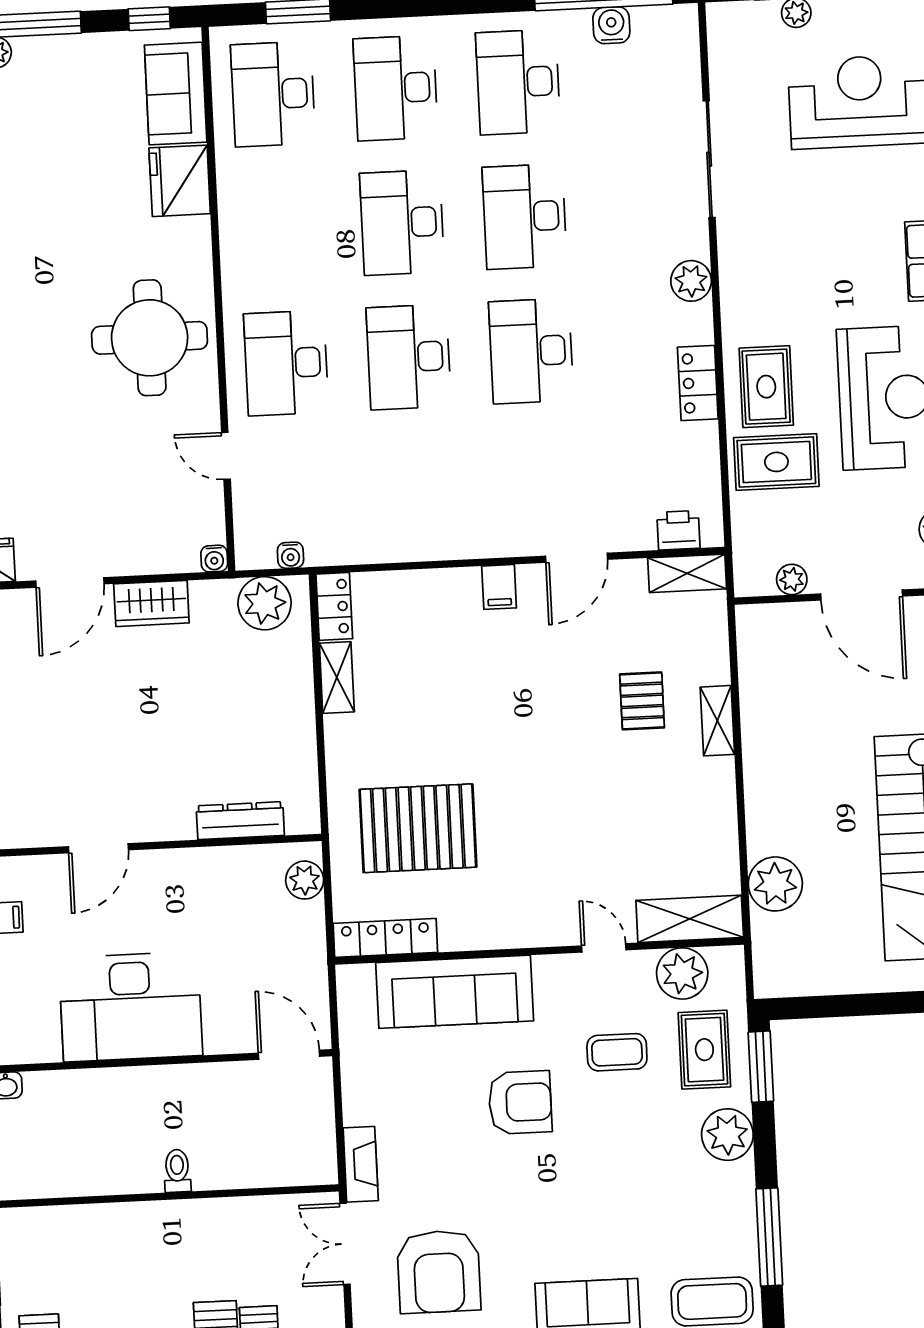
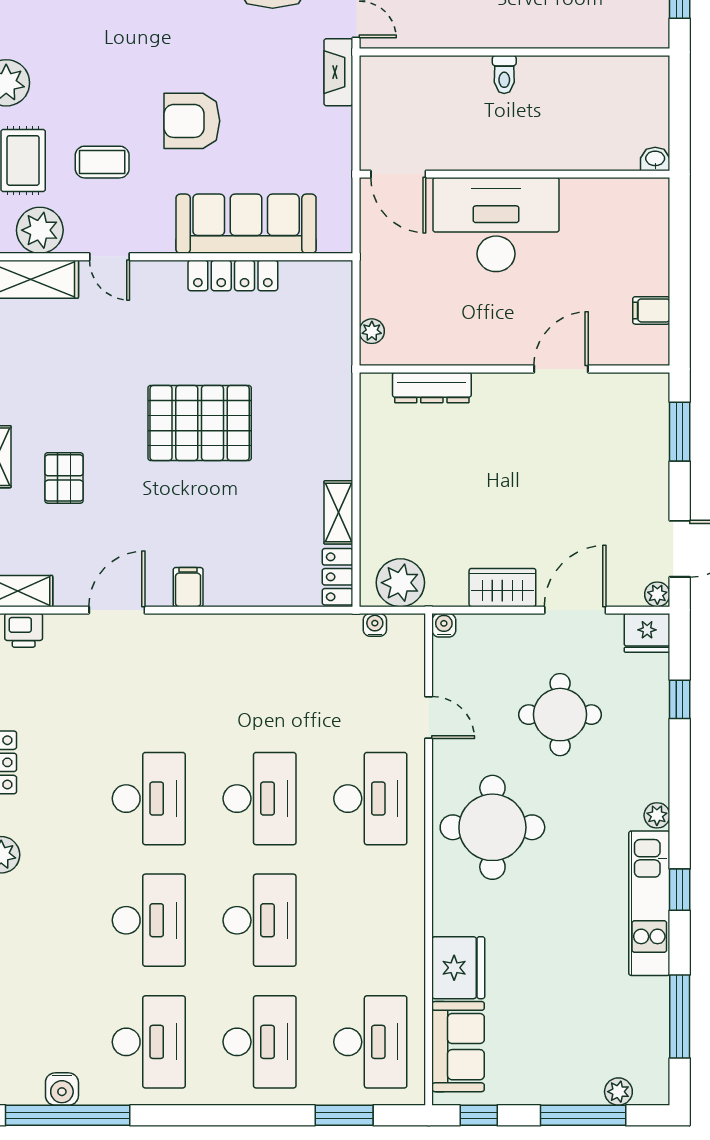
round table: (81, 466) -> (560, 715), added
pallet: (418, 828) -> (200, 423), moved
plant: (305, 880) -> (372, 331), width x0.73, depth x0.73
locker: (385, 938) -> (233, 275), moved
desk: (131, 1007) -> (496, 225), moved

